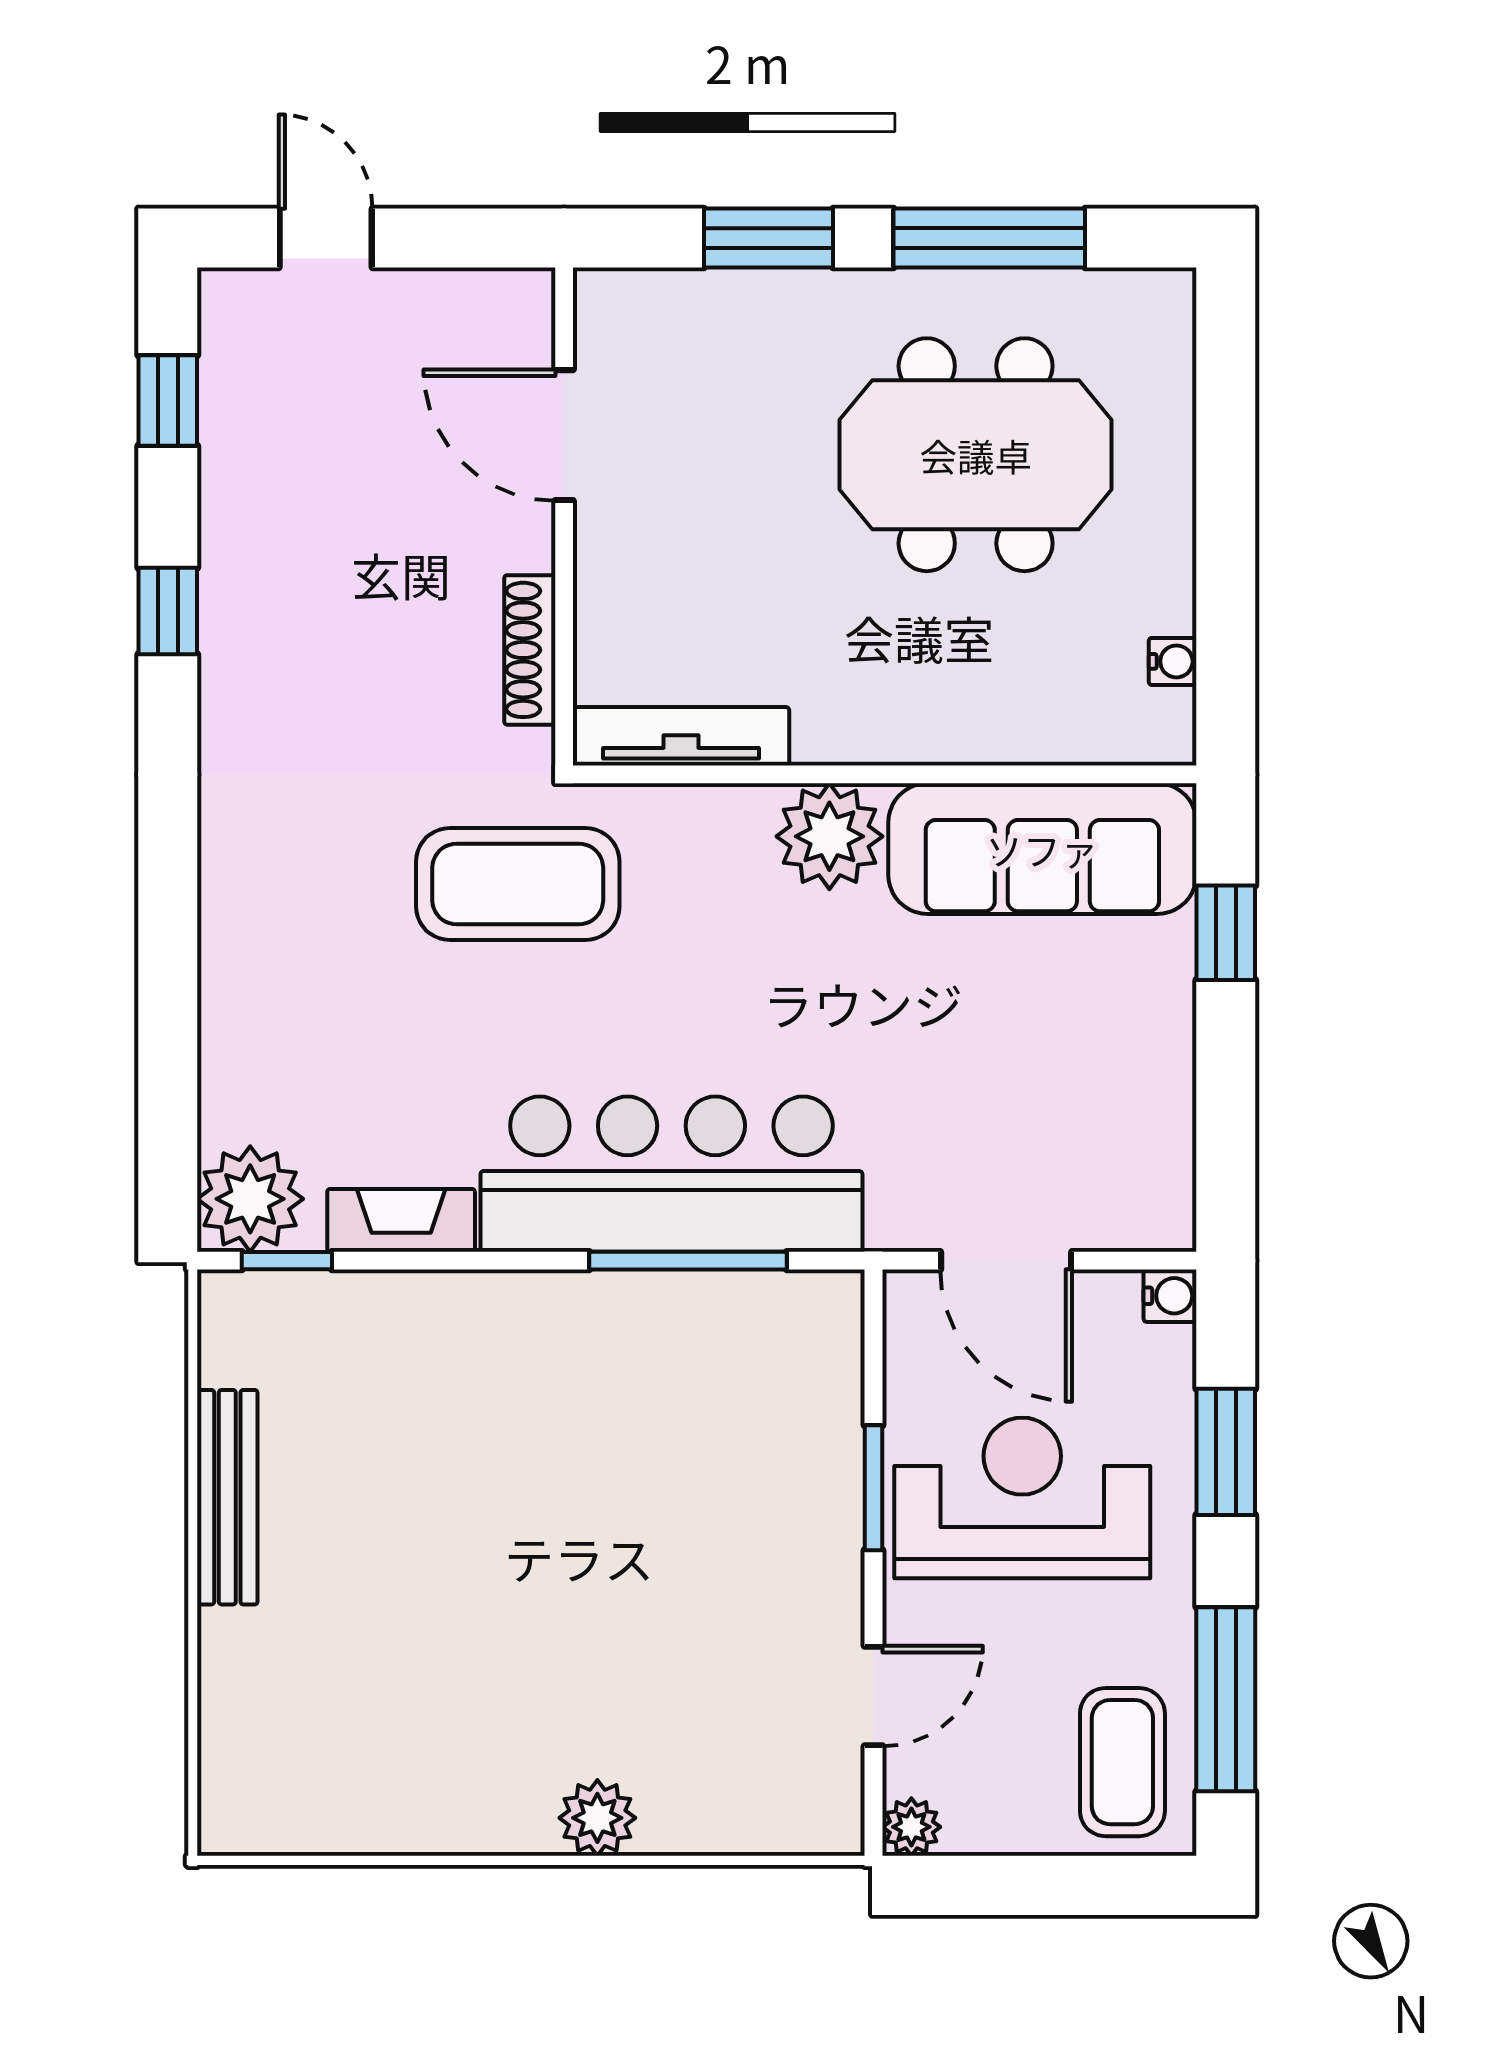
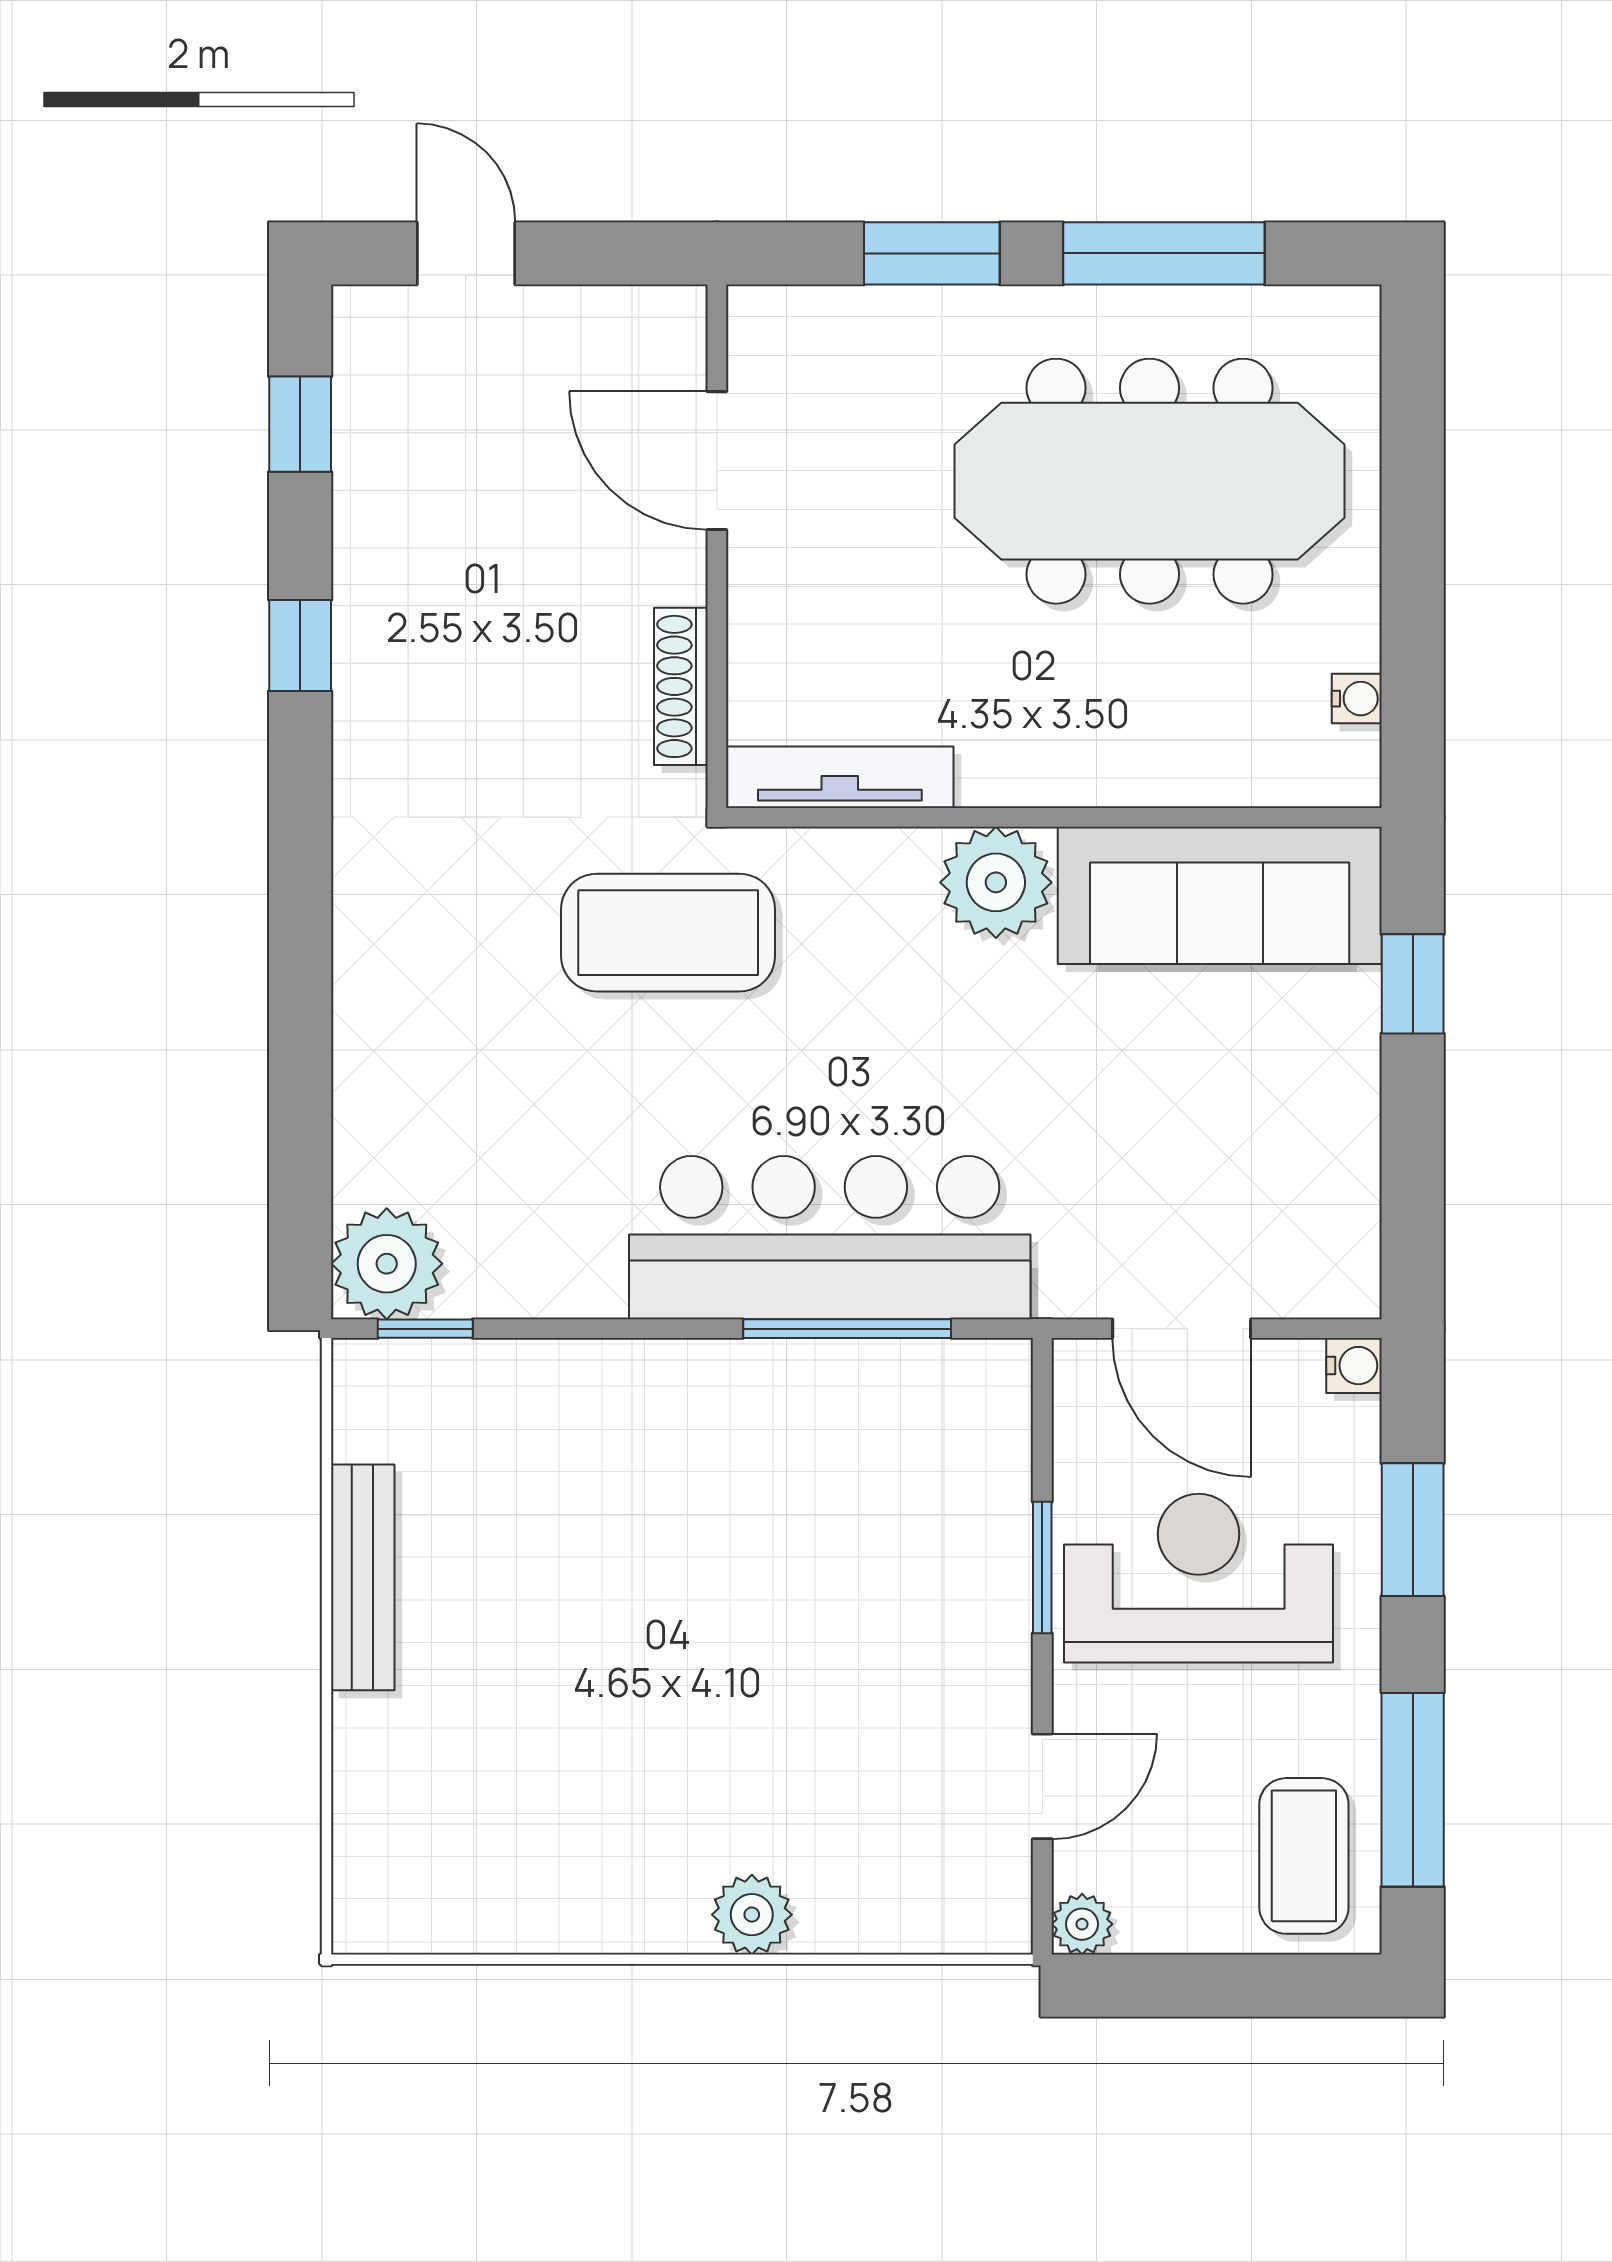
meeting table: (976, 455) -> (1150, 481), width x1.36
fireplace: (401, 1220) -> (545, 1286), removed

